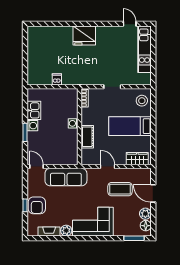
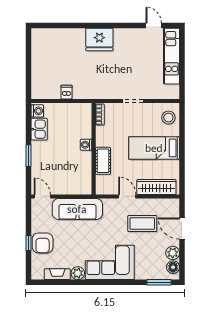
washing machine: (32, 126) -> (37, 111), moved
wardrobe: (137, 159) -> (156, 187), width x1.50

